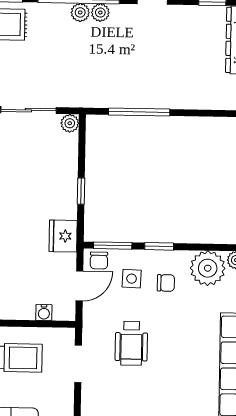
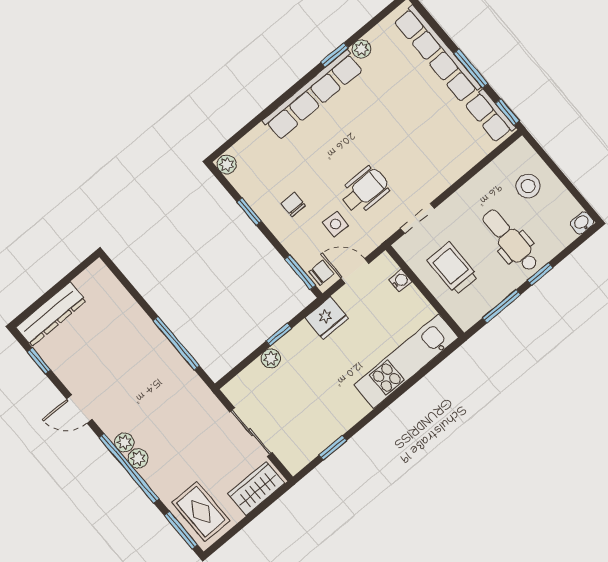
plant: (70, 123) -> (271, 358), moved
window: (159, 246) -> (249, 212), moved
plant: (208, 268) -> (253, 182), removed
side table: (132, 279) -> (336, 224), moved

